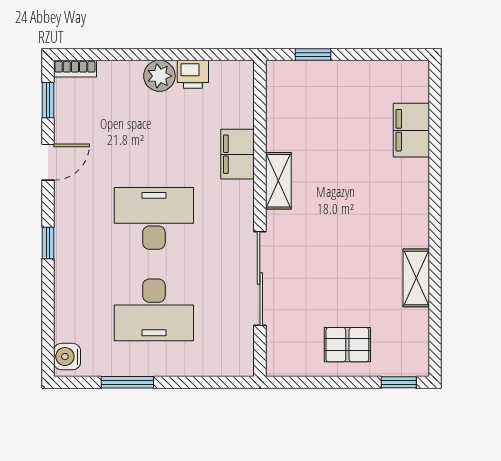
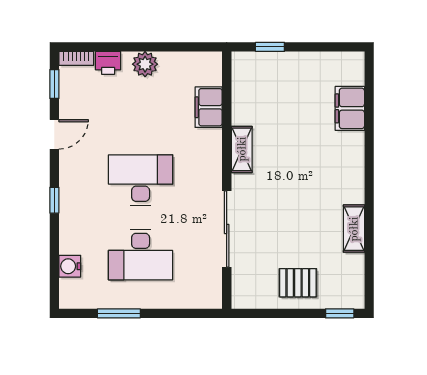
printer: (193, 74) -> (108, 63), moved
filing cabinet: (238, 154) -> (209, 107), moved
water cooler: (67, 357) -> (70, 266), moved

